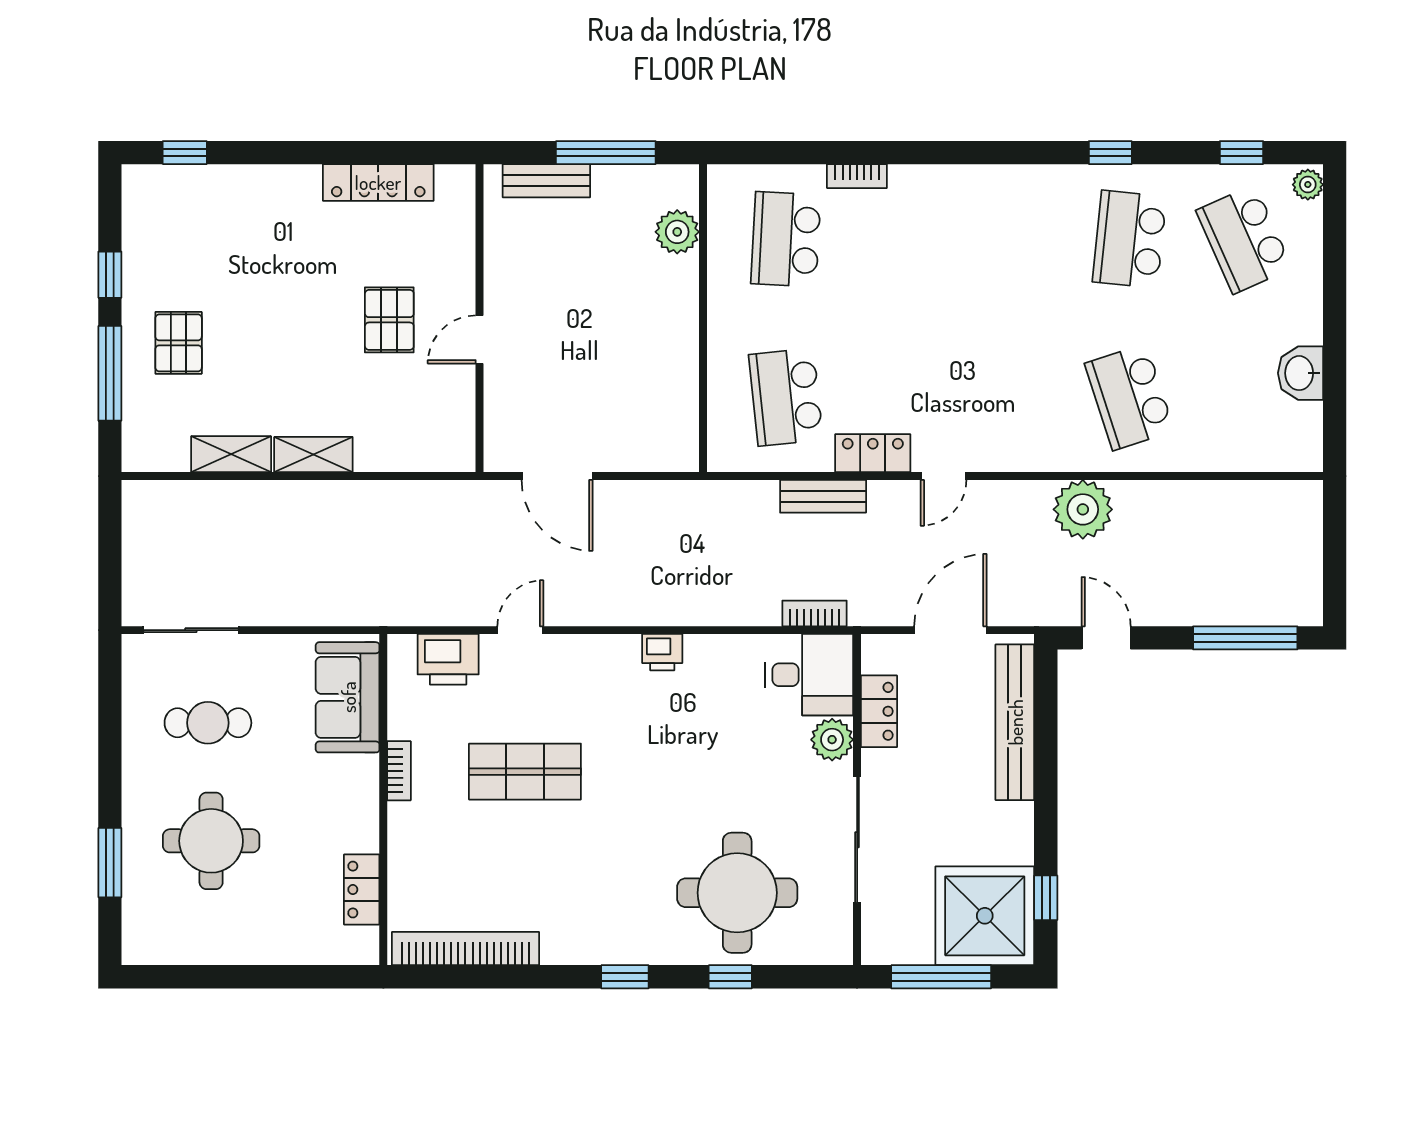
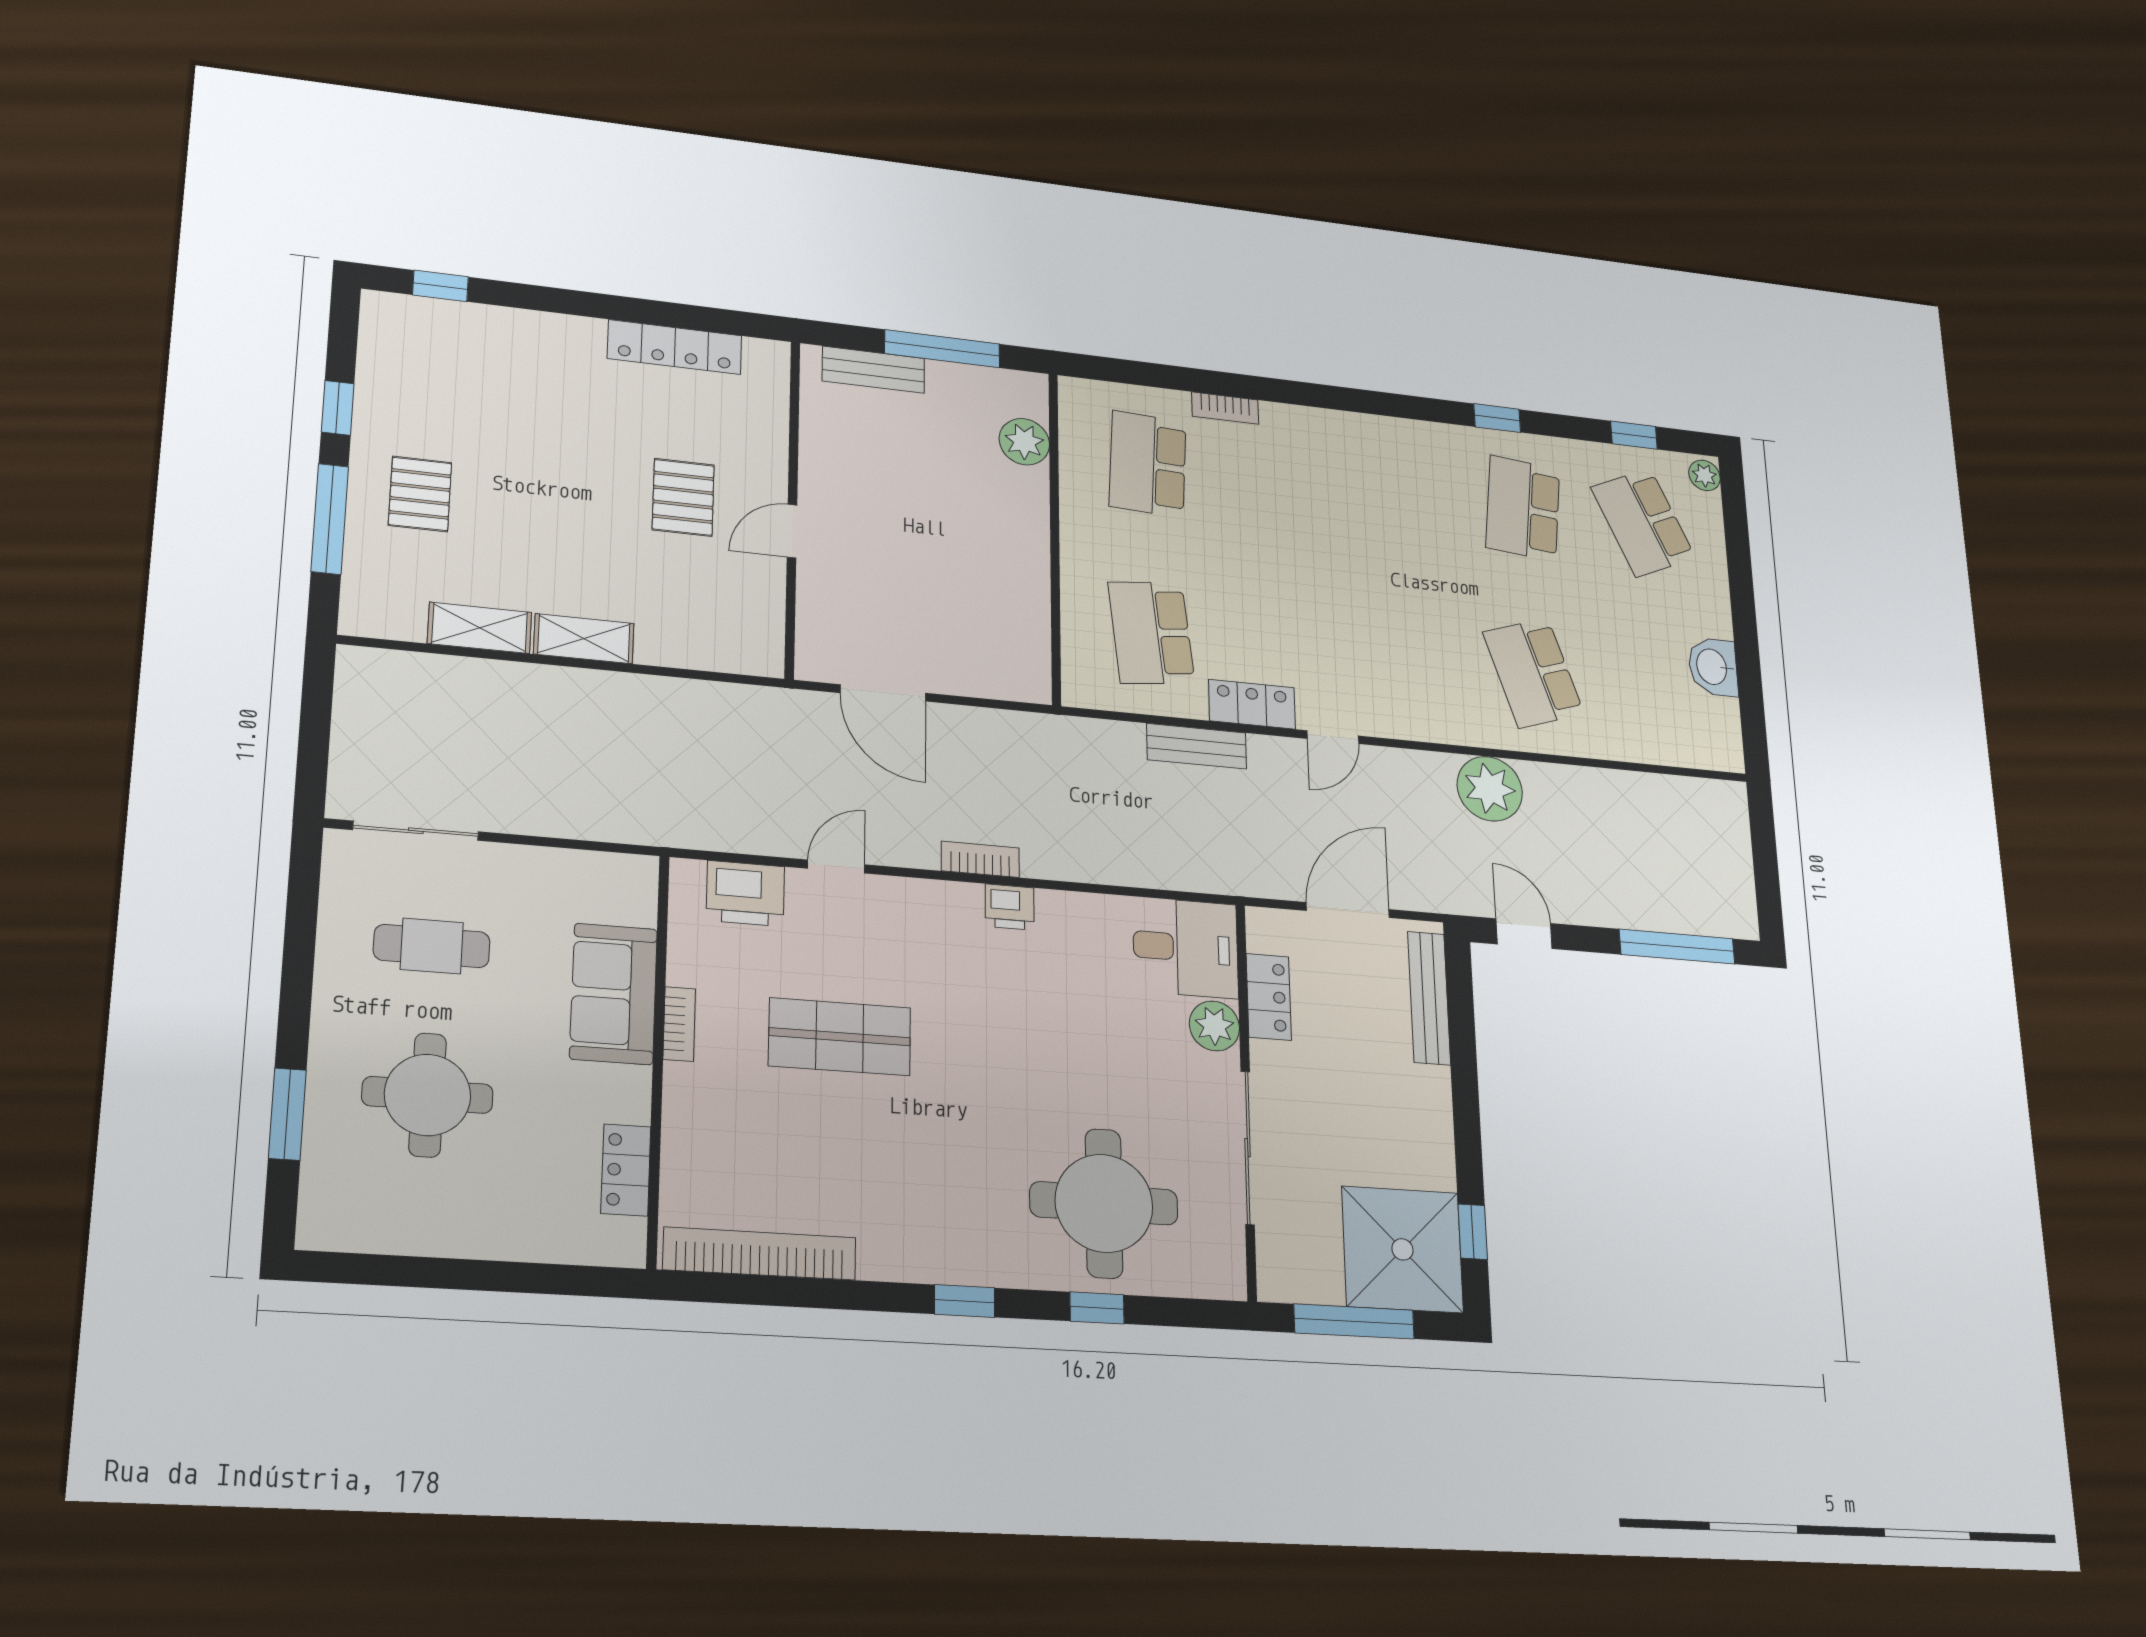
bookcase: (814, 613) -> (980, 859), moved
sofa: (348, 697) -> (614, 994), moved
bench: (1015, 722) -> (1429, 998), width x0.73, depth x0.82

